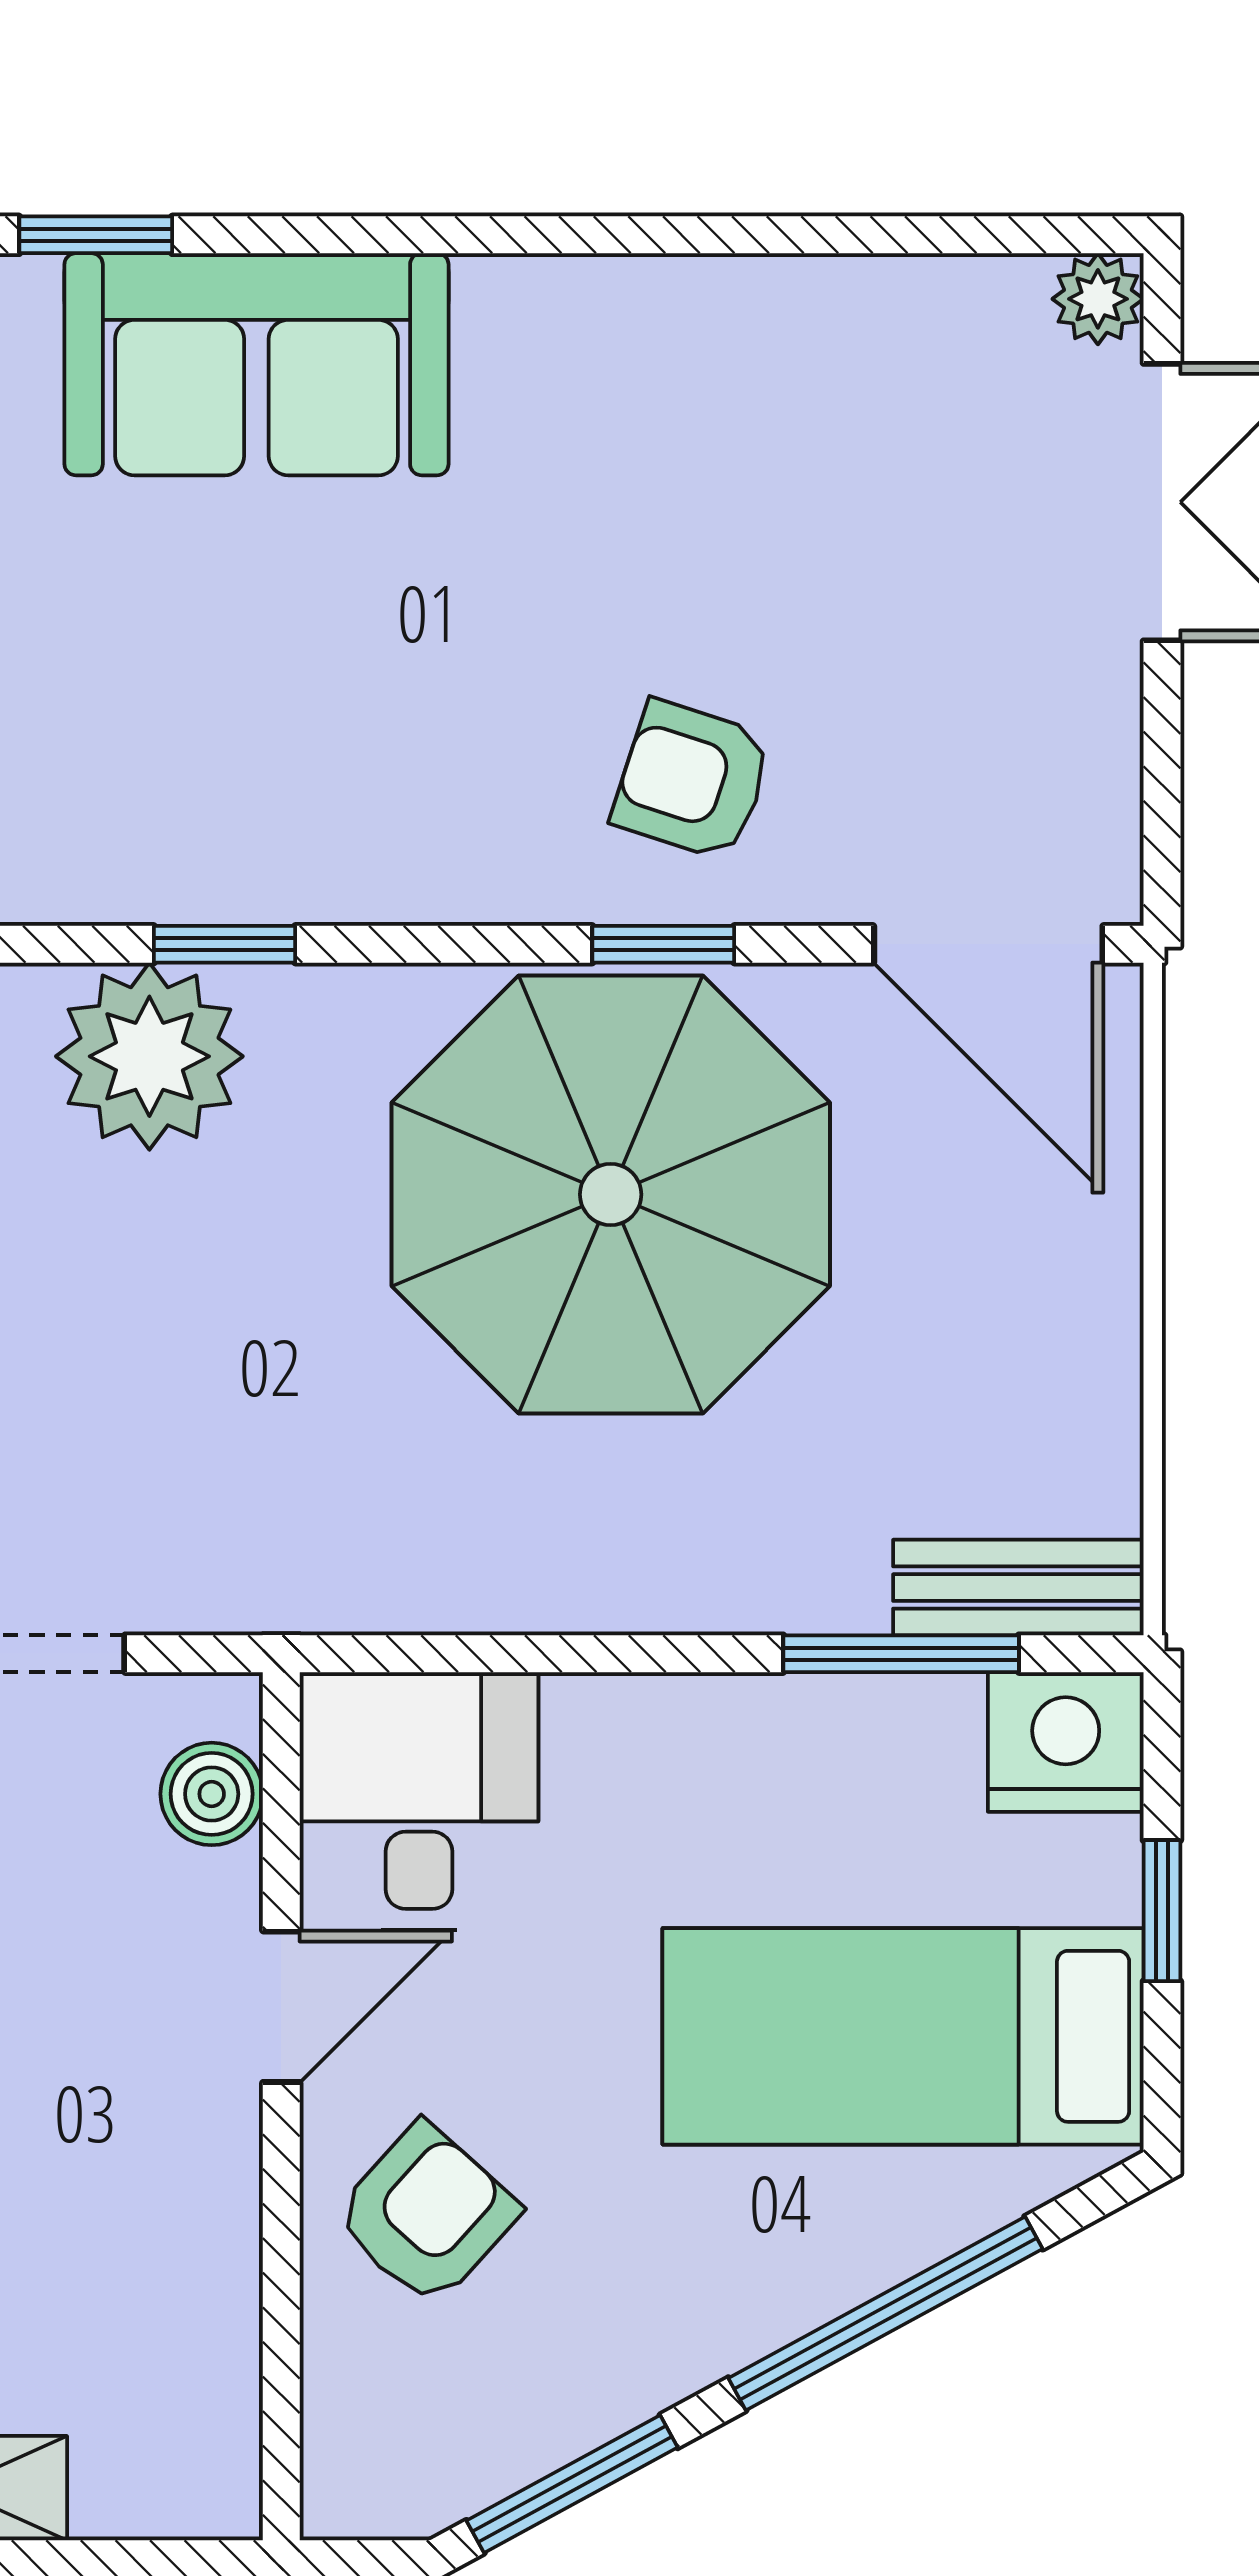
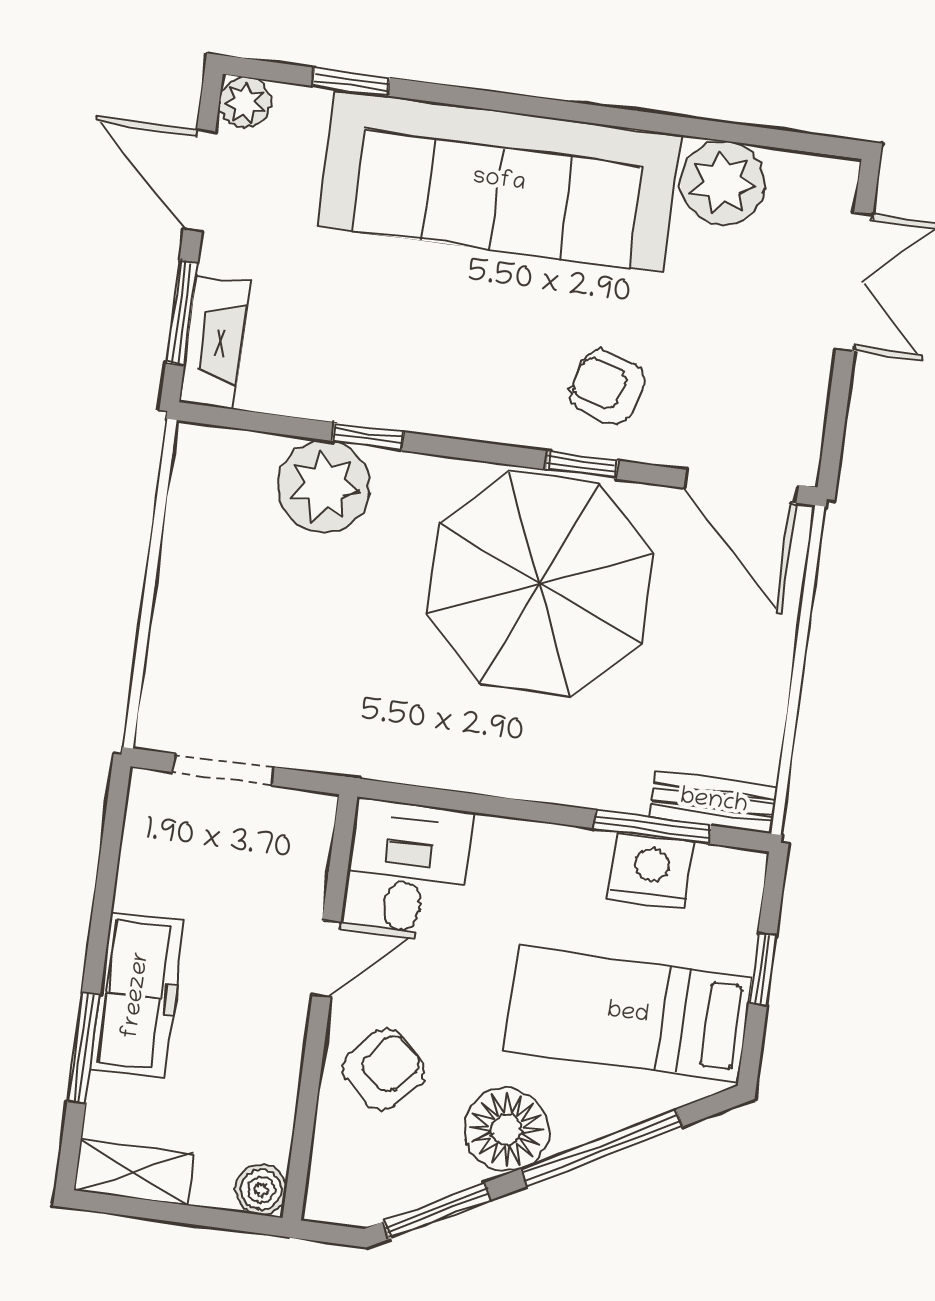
plant: (1098, 299) -> (723, 183), moved, width x1.87, depth x1.87
sofa: (256, 364) -> (499, 181), width x1.85, depth x1.27
nightstand: (1066, 1742) -> (651, 871), moved
boiler: (212, 1794) -> (261, 1190), moved
floor lamp: (689, 2302) -> (506, 1130), added

